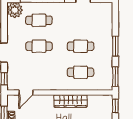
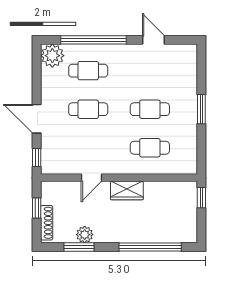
window: (115, 77) -> (201, 154), removed
door: (26, 92) -> (92, 178), moved
wardrobe: (71, 101) -> (127, 190), width x0.67

